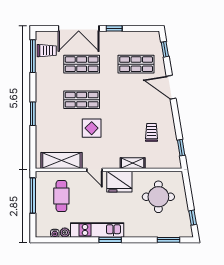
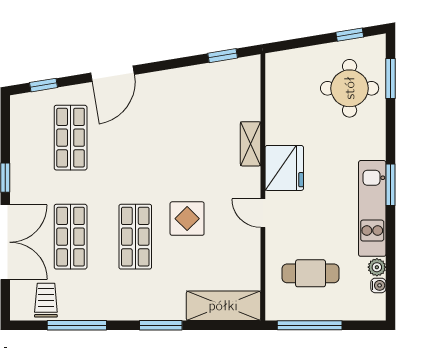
window: (33, 56) -> (77, 325), moved
trolley: (152, 132) -> (195, 109), removed
shelving: (61, 160) -> (223, 306), moved, turned 90
door: (95, 170) -> (263, 213), swing flipped
round table: (158, 197) -> (350, 88), moved

